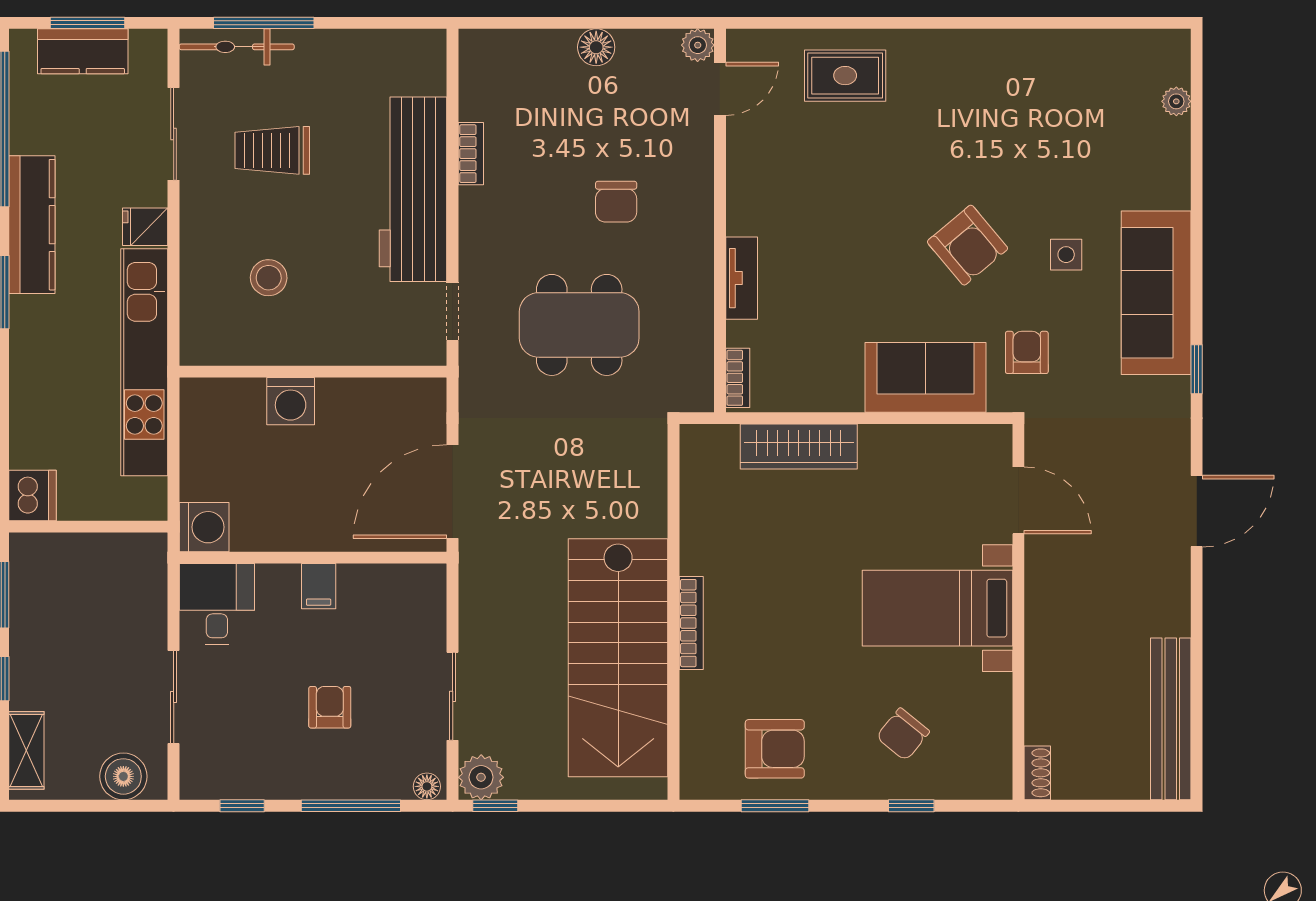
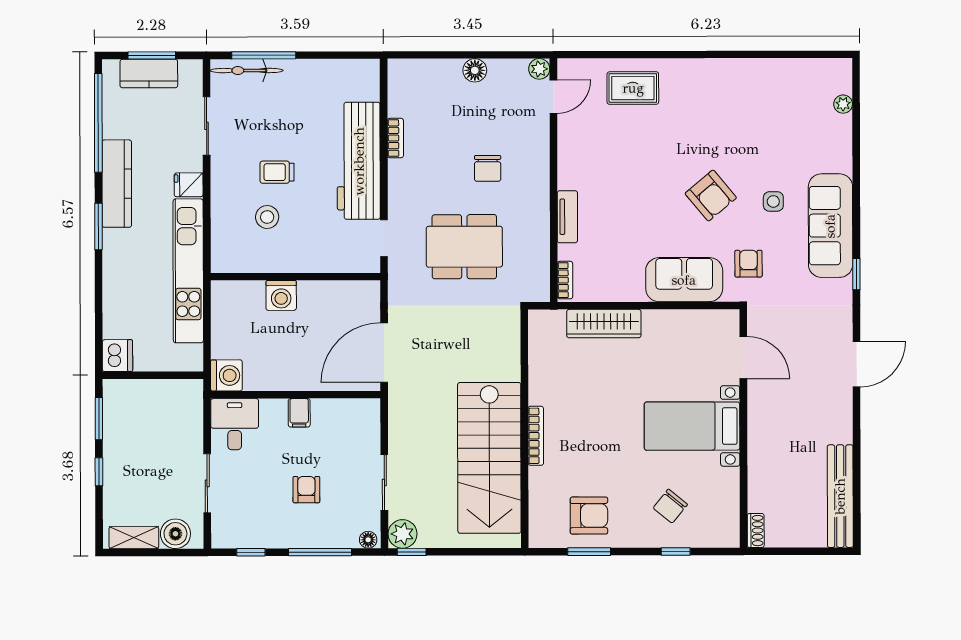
trolley: (272, 150) -> (277, 172), moved, width x0.73, depth x0.72
shelving: (26, 750) -> (134, 538), moved, turned 90

